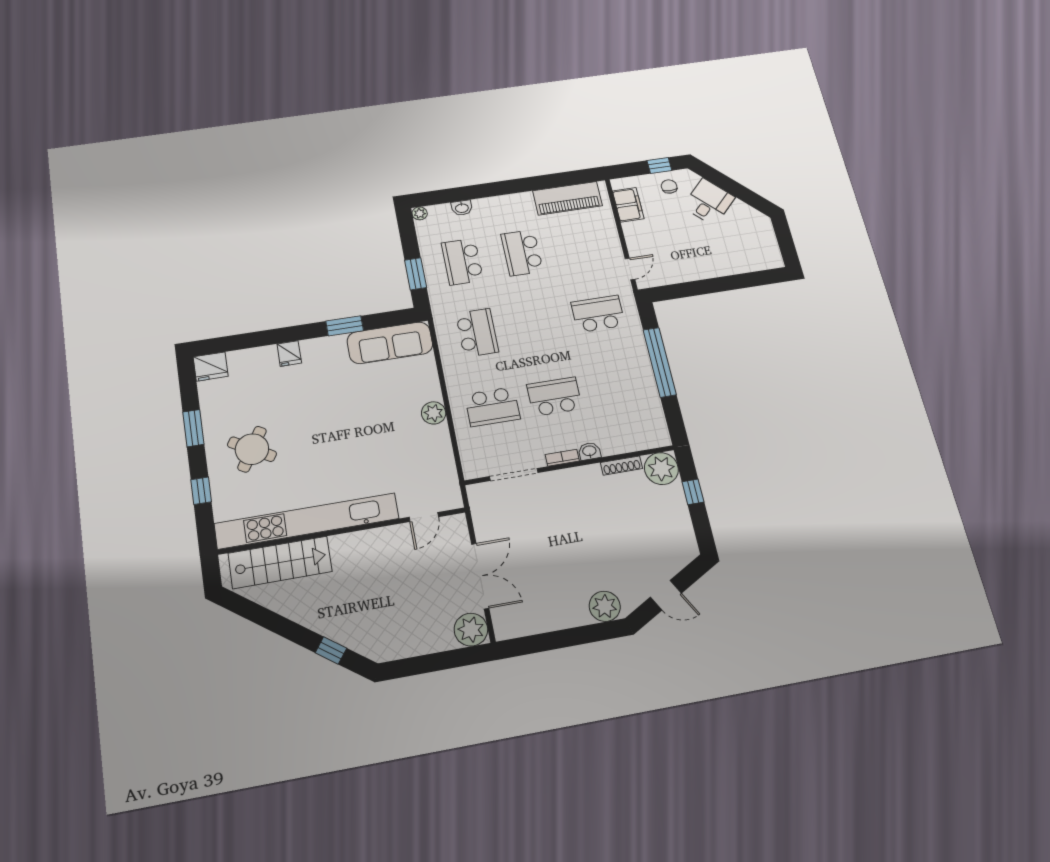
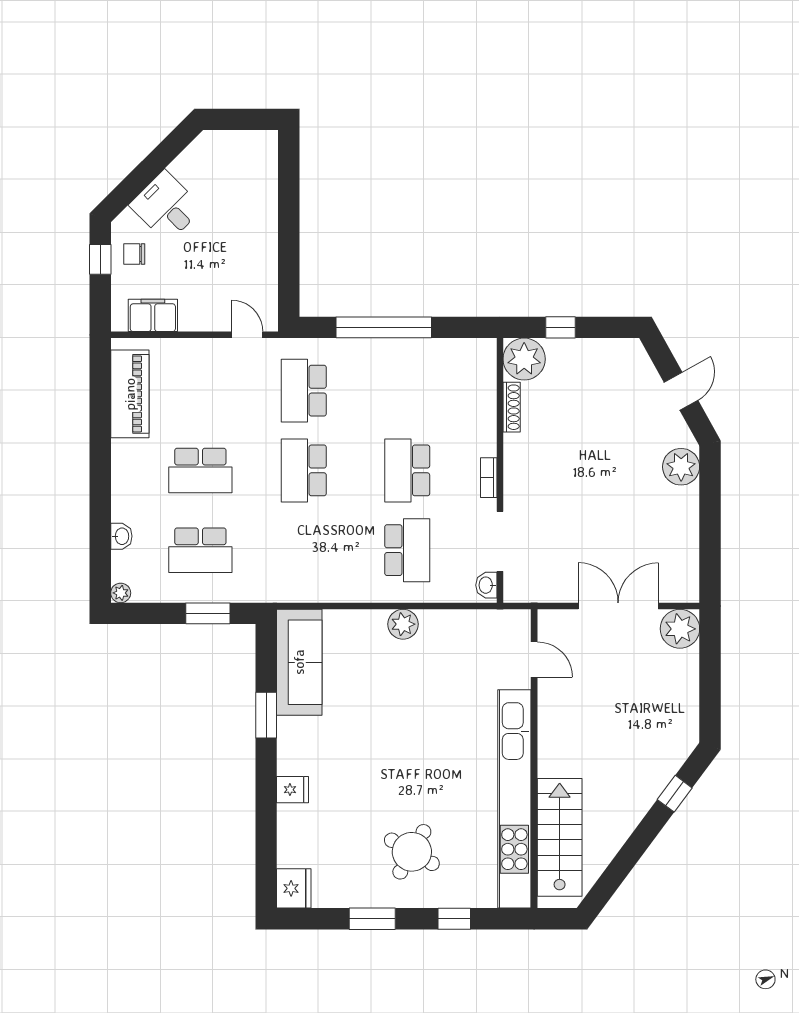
school desk: (477, 333) -> (304, 470), moved, turned -90
washbasin: (589, 451) -> (486, 585), moved

